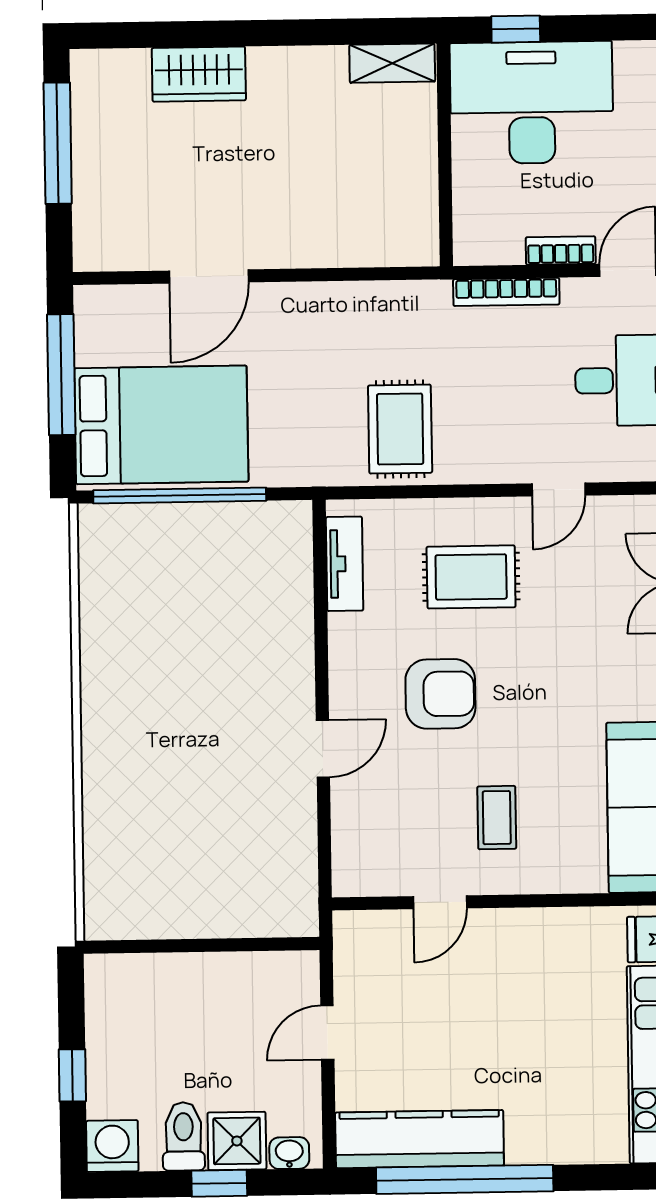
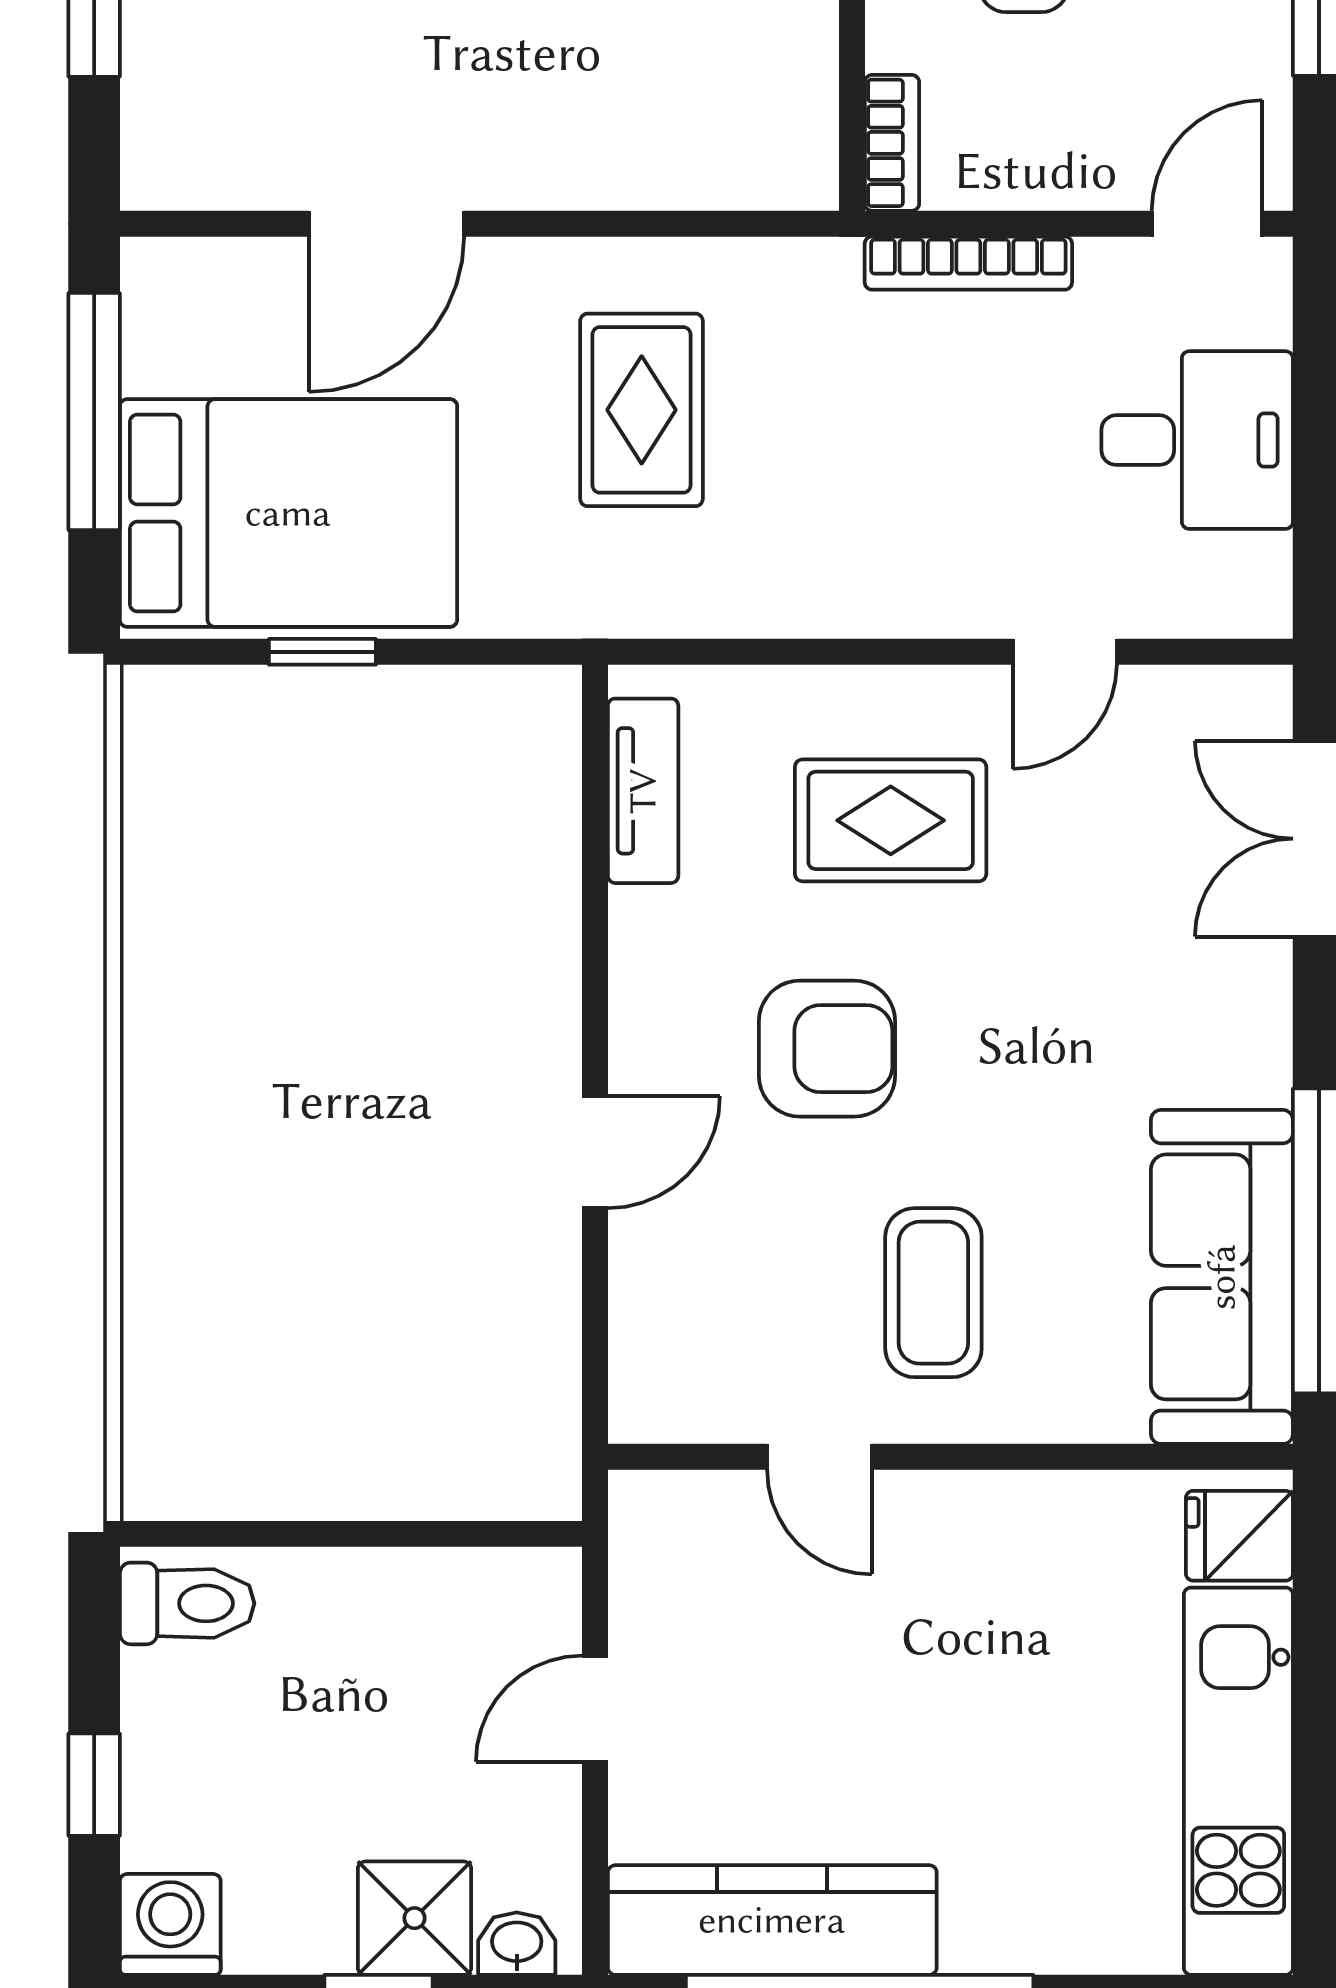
bookcase: (561, 250) -> (892, 143), moved, turned 90
rug: (400, 429) -> (642, 410), moved
window: (180, 495) -> (322, 652), width x0.32
coffee table: (497, 818) -> (933, 1293), width x1.36, depth x1.30
door: (440, 902) -> (820, 1457), hinge flipped
toilet: (184, 1136) -> (187, 1603), moved, turned 90

